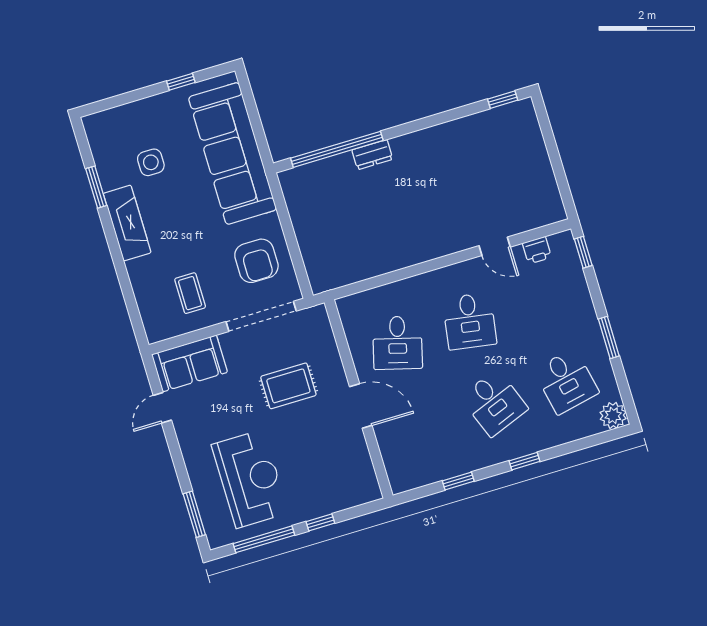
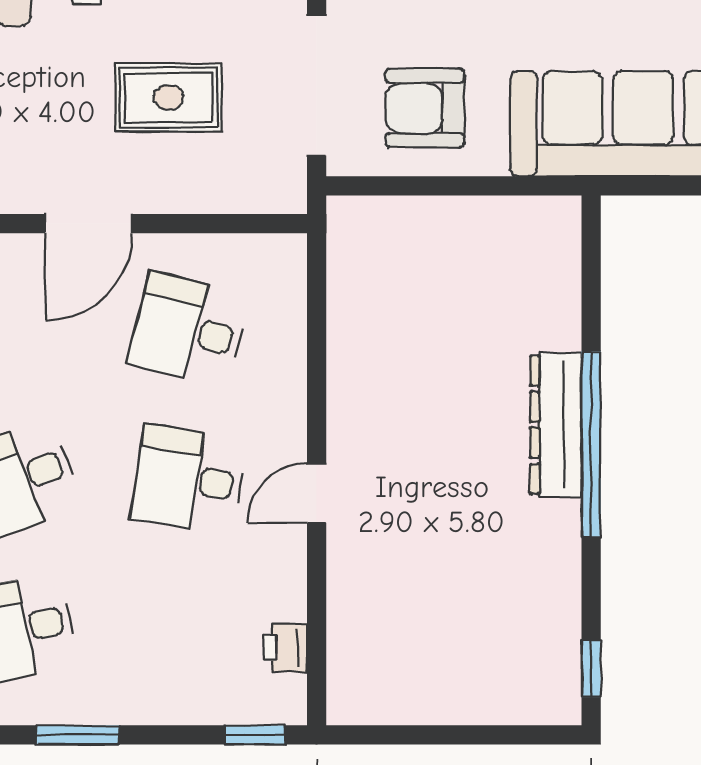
window: (337, 149) -> (591, 445), moved
dresser: (372, 155) -> (556, 425), width x1.96, depth x1.24
door: (495, 246) -> (317, 493), moved
rug: (288, 386) -> (169, 97), turned 90

